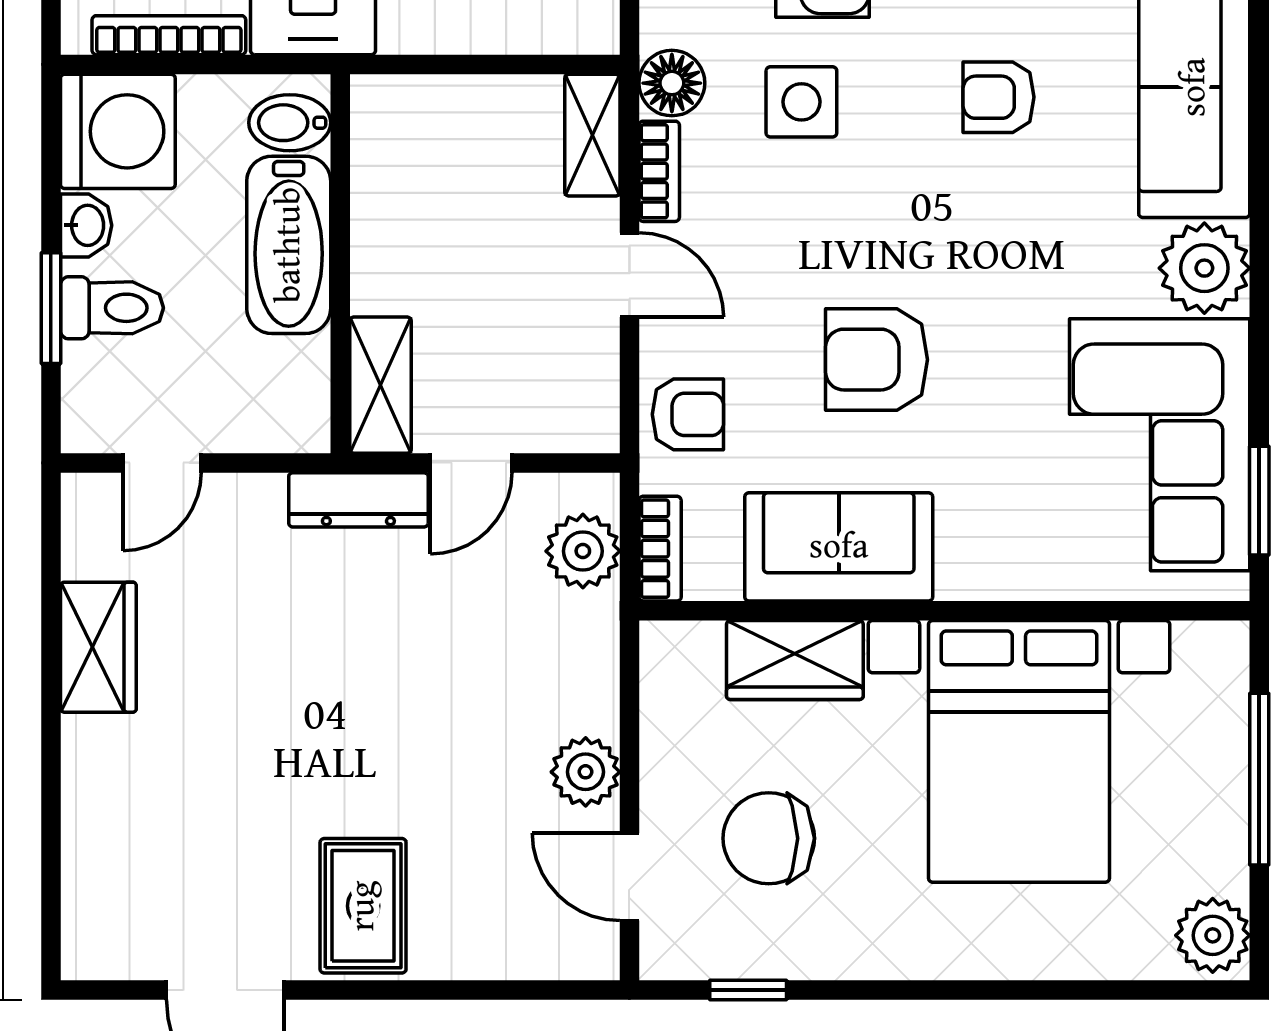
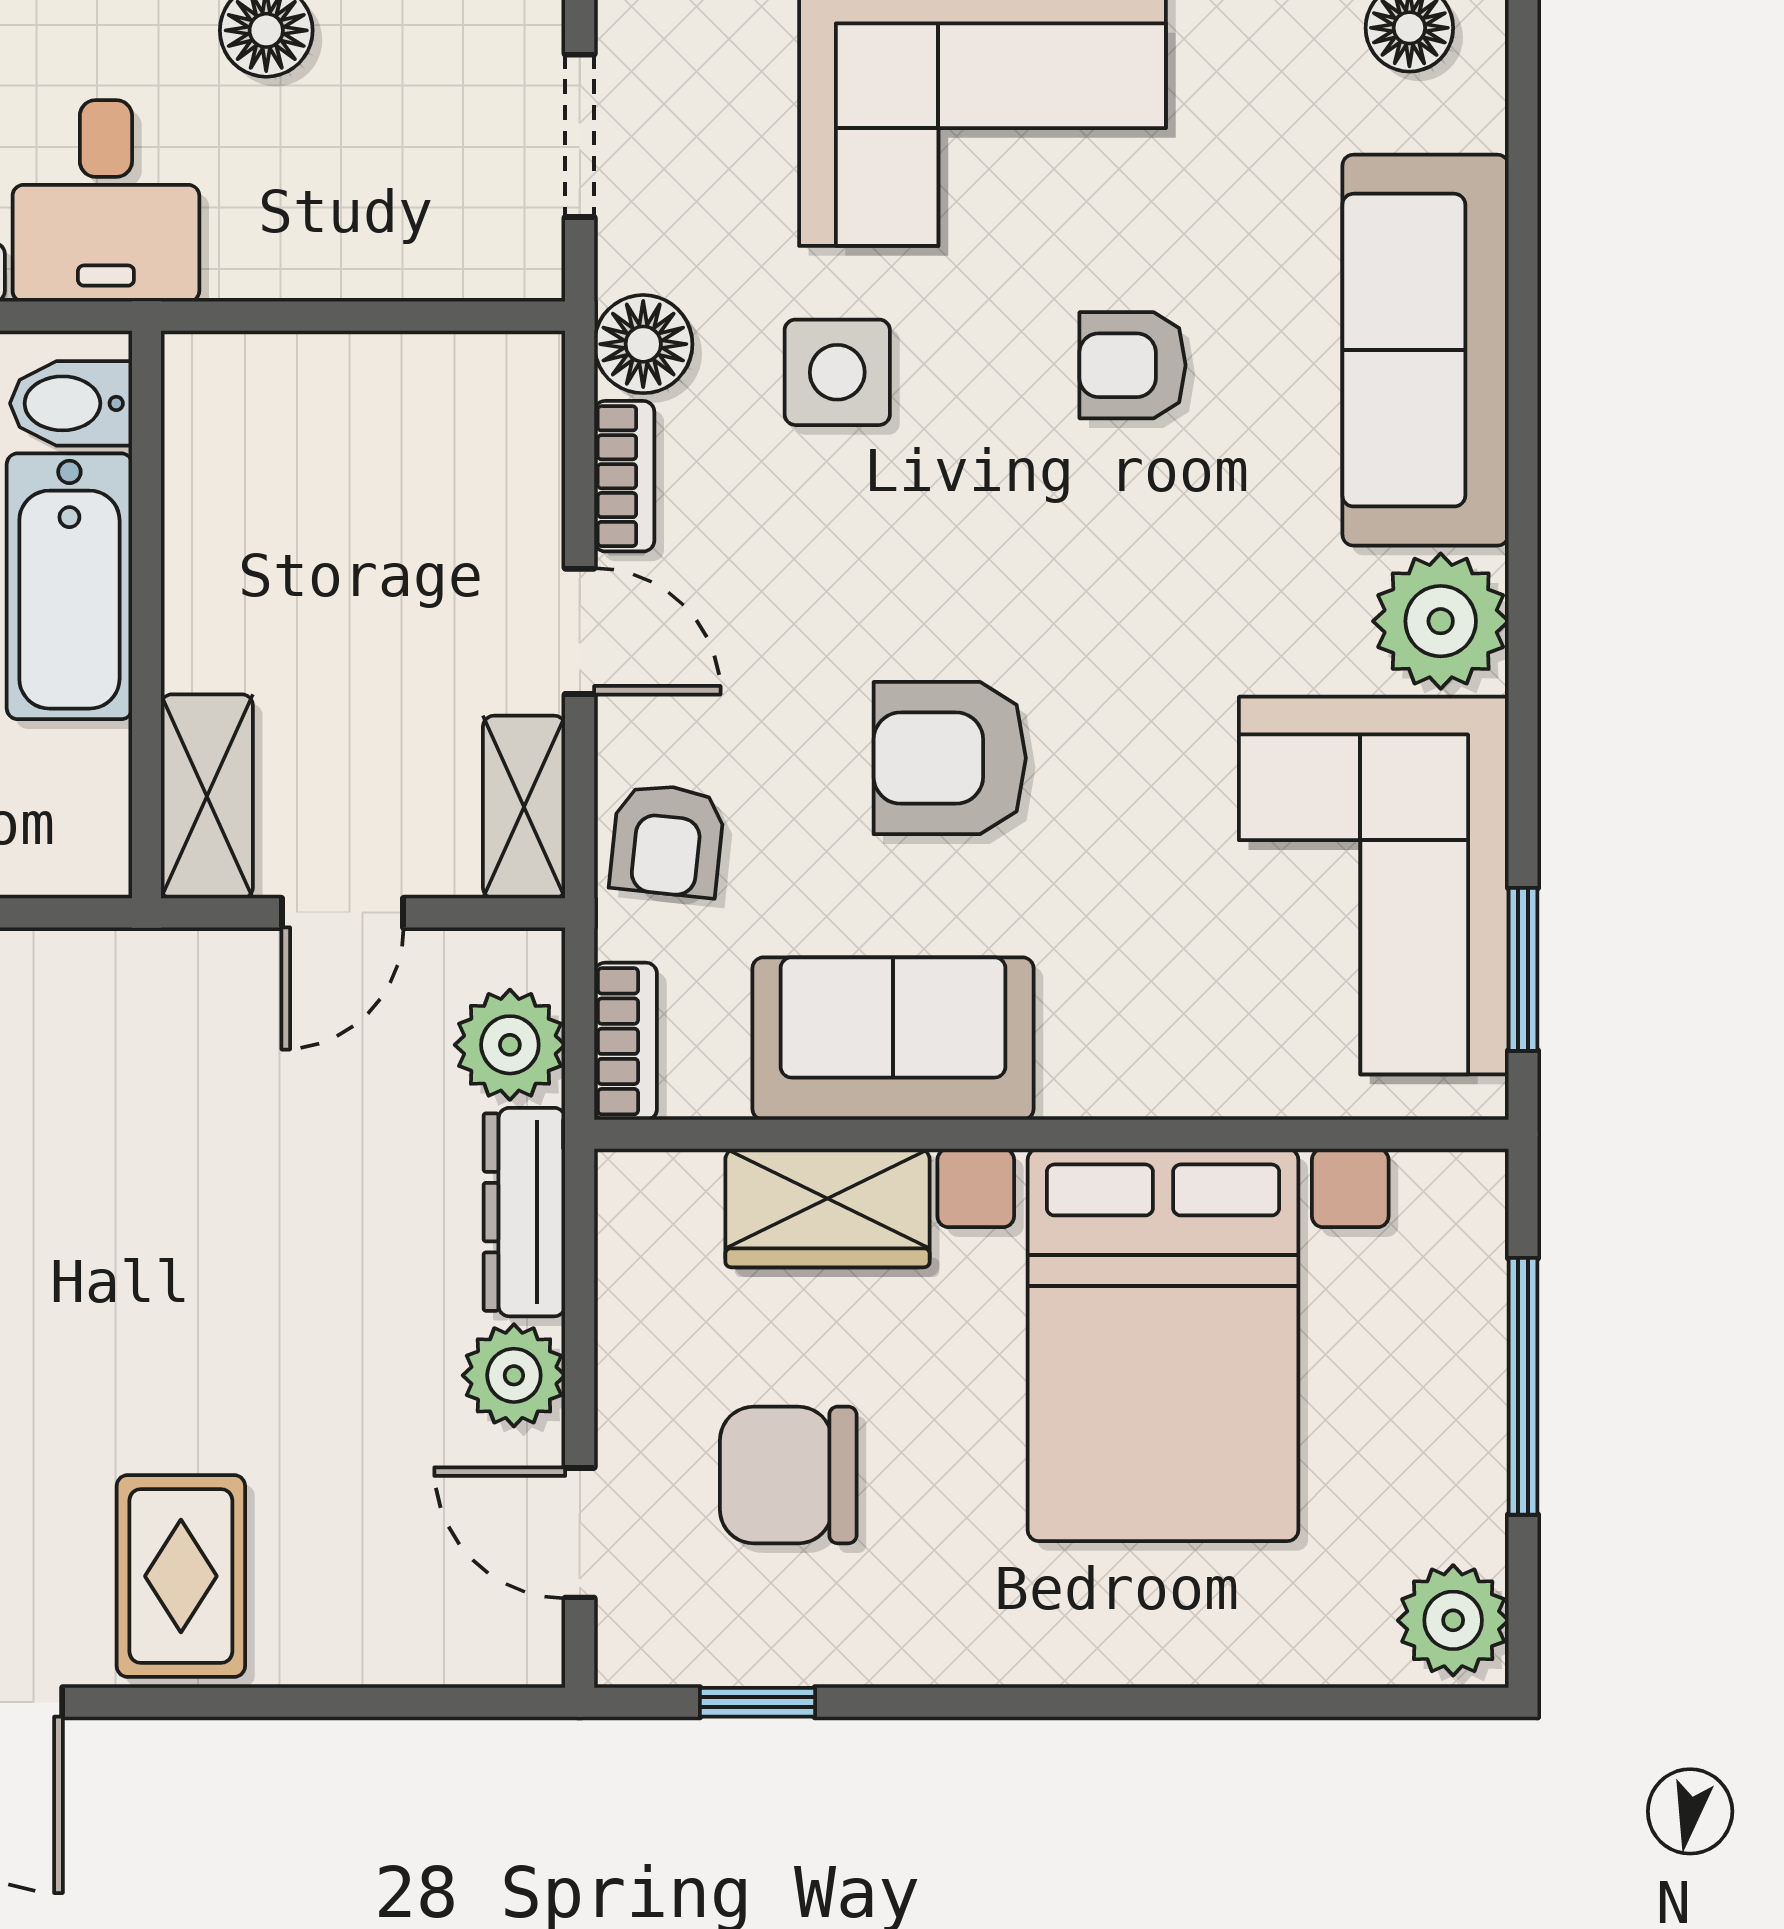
shelving: (592, 135) -> (524, 807), moved
armchair: (688, 414) -> (667, 840), turned 96
dresser: (358, 500) -> (524, 1212), moved, turned 90

